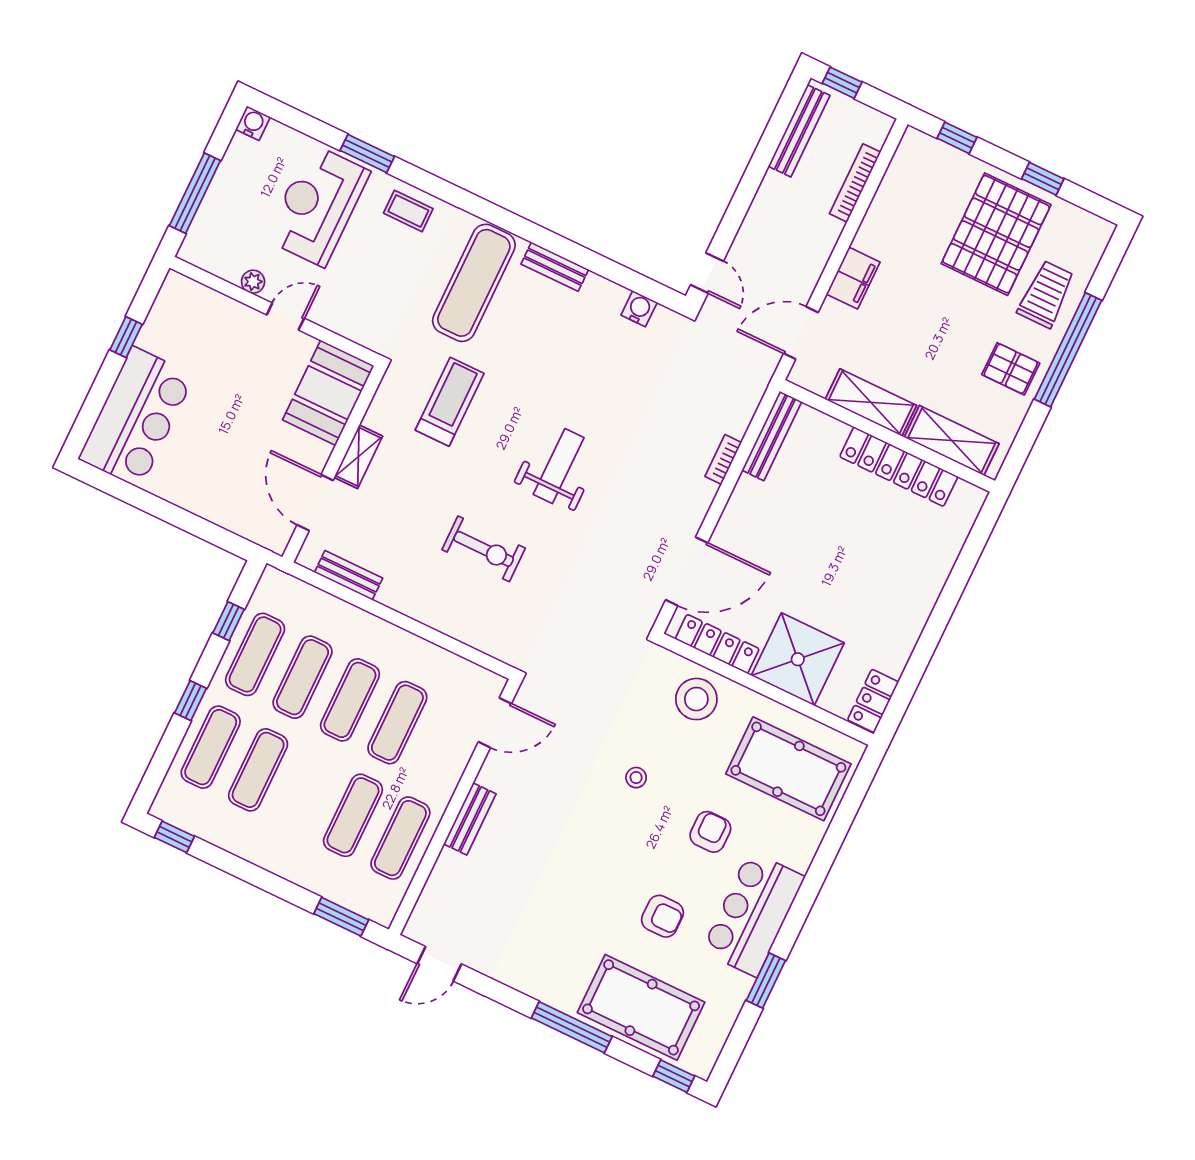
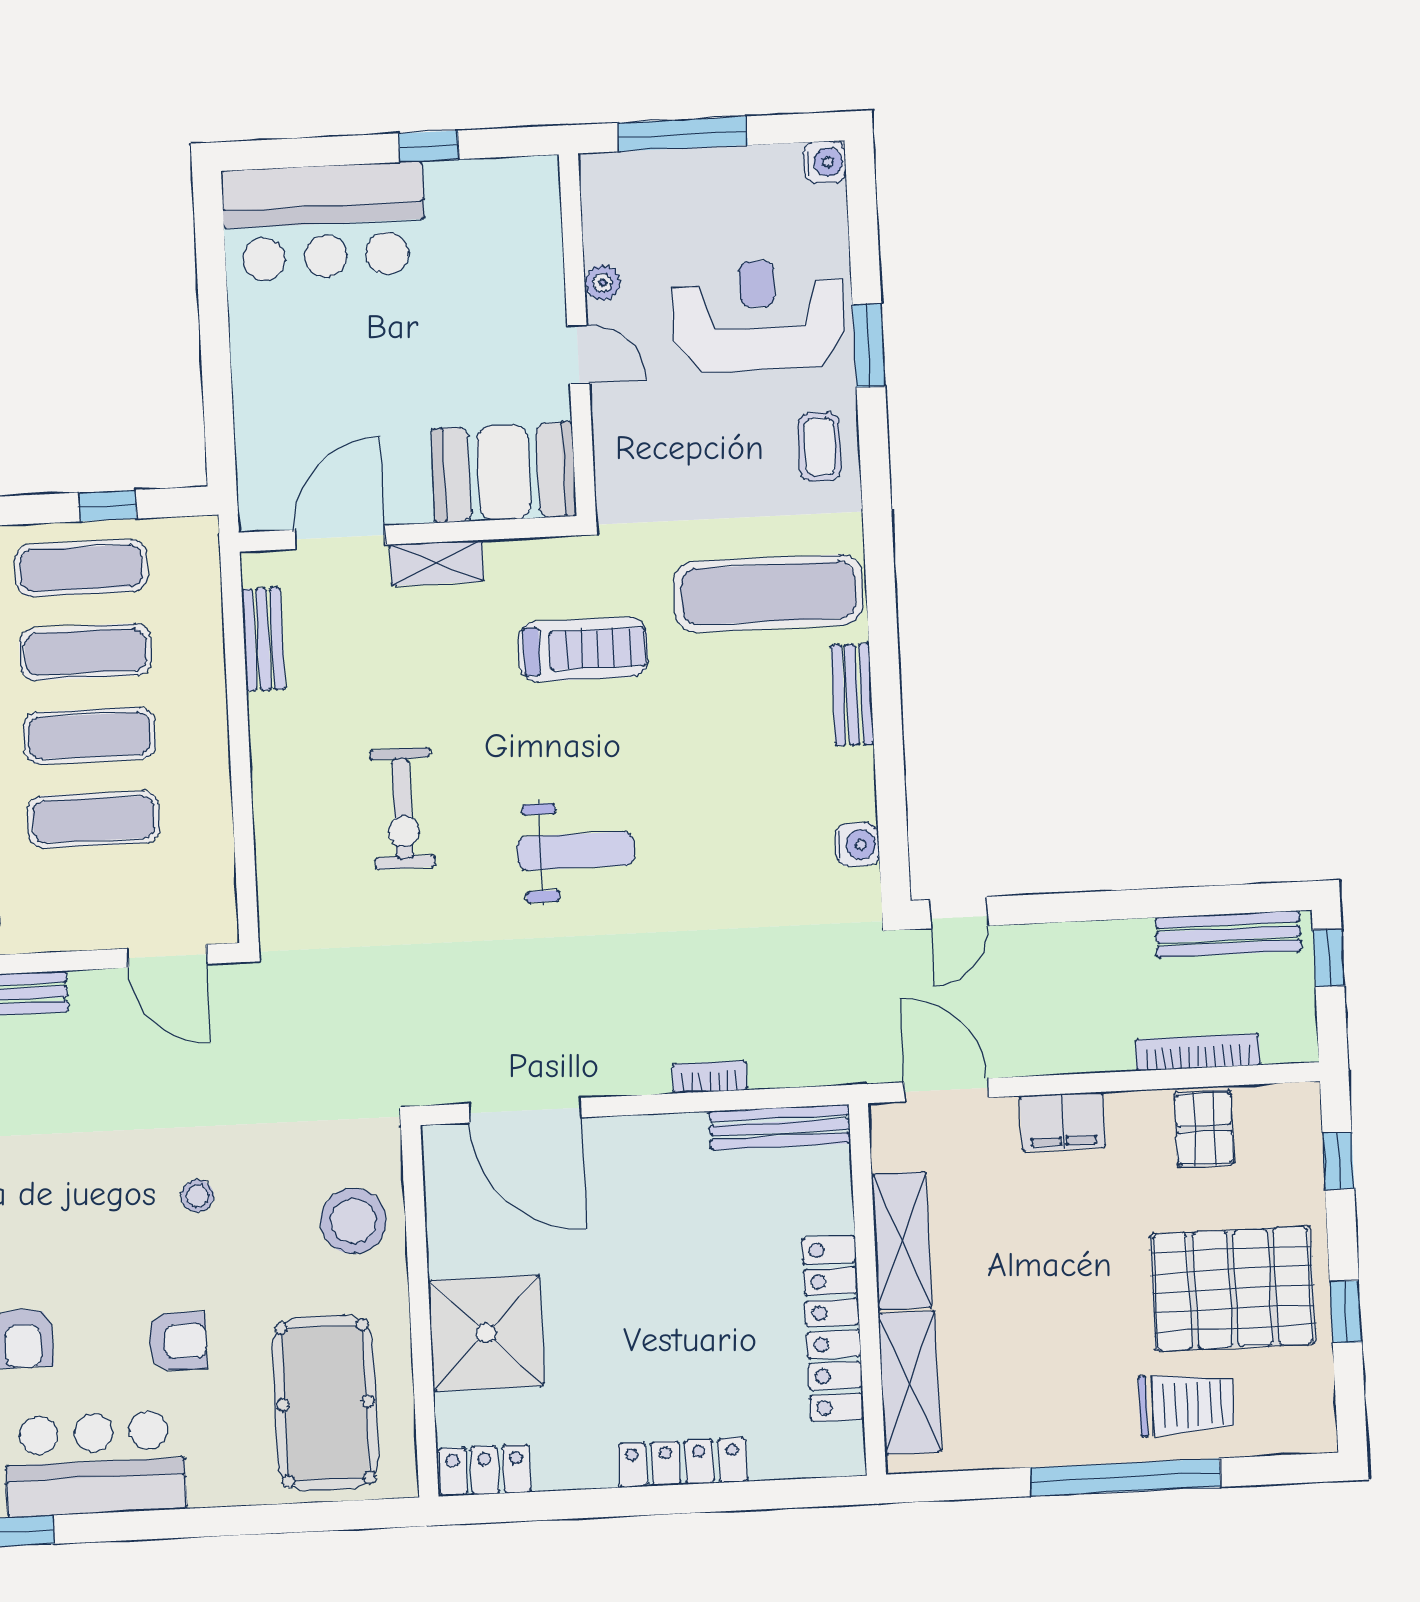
pallet: (1011, 369) -> (1204, 1129), moved
locker: (717, 644) -> (683, 1462), moved, turned -90

